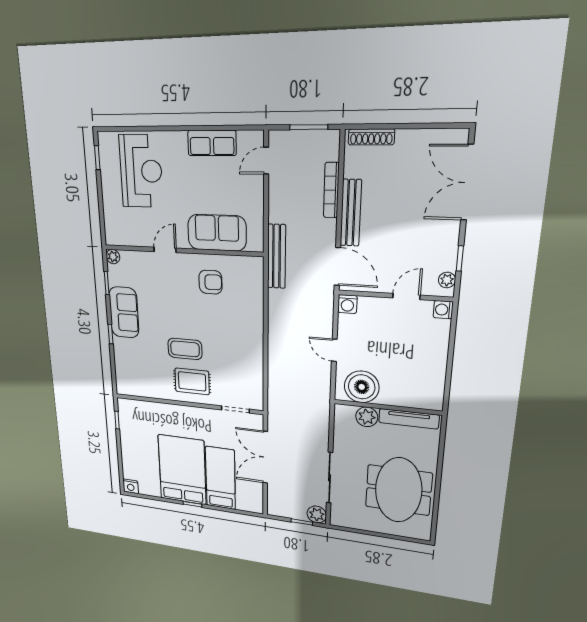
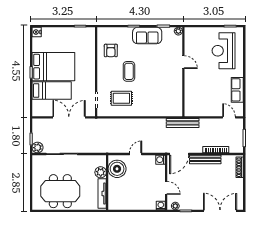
reception desk: (141, 171) -> (224, 51), turned 90
sofa: (217, 233) -> (193, 91), removed
armchair: (211, 282) -> (111, 50), moved
rug: (192, 381) -> (121, 98), moved, turned 90

